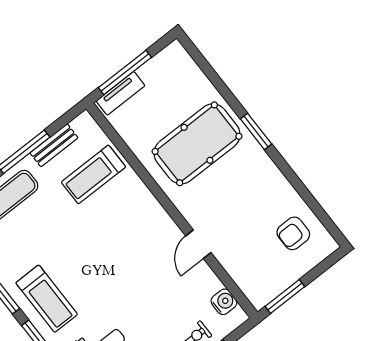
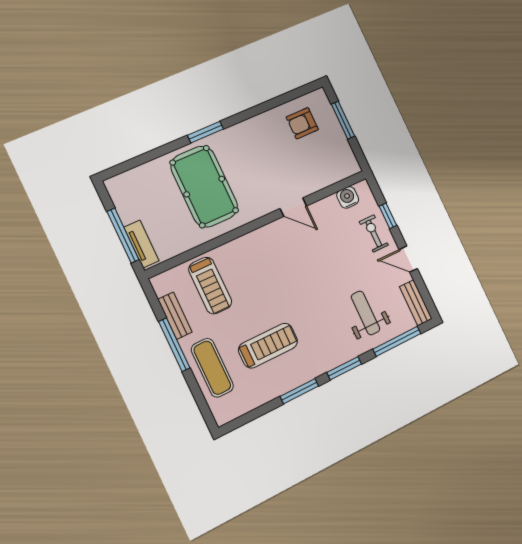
armchair: (293, 233) -> (302, 123), turned 90
window: (285, 297) -> (343, 120), moved
treadmill: (47, 299) -> (268, 346), moved

